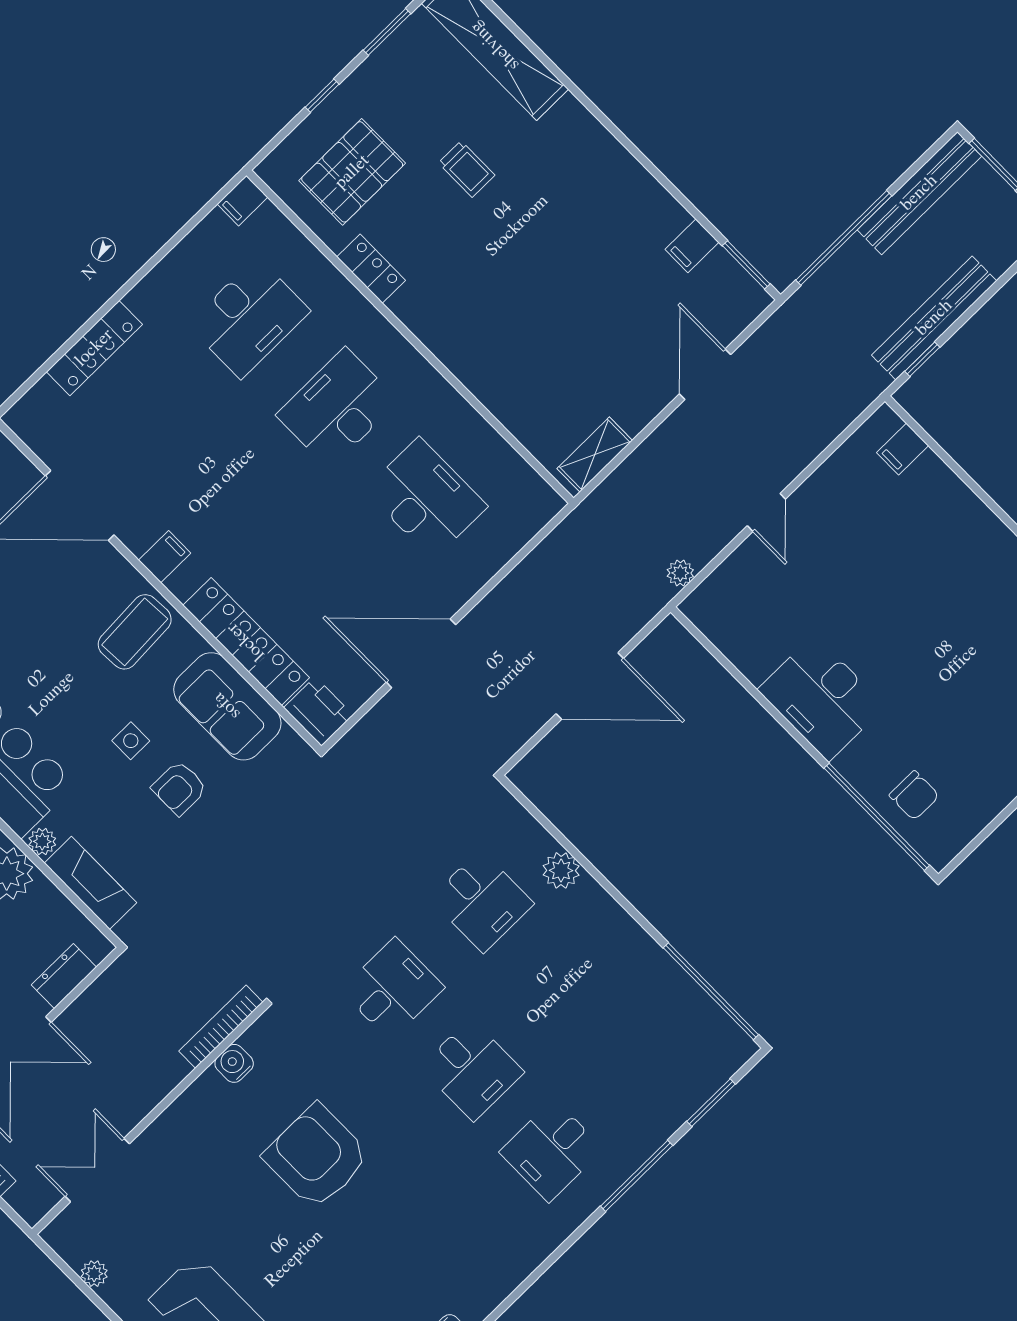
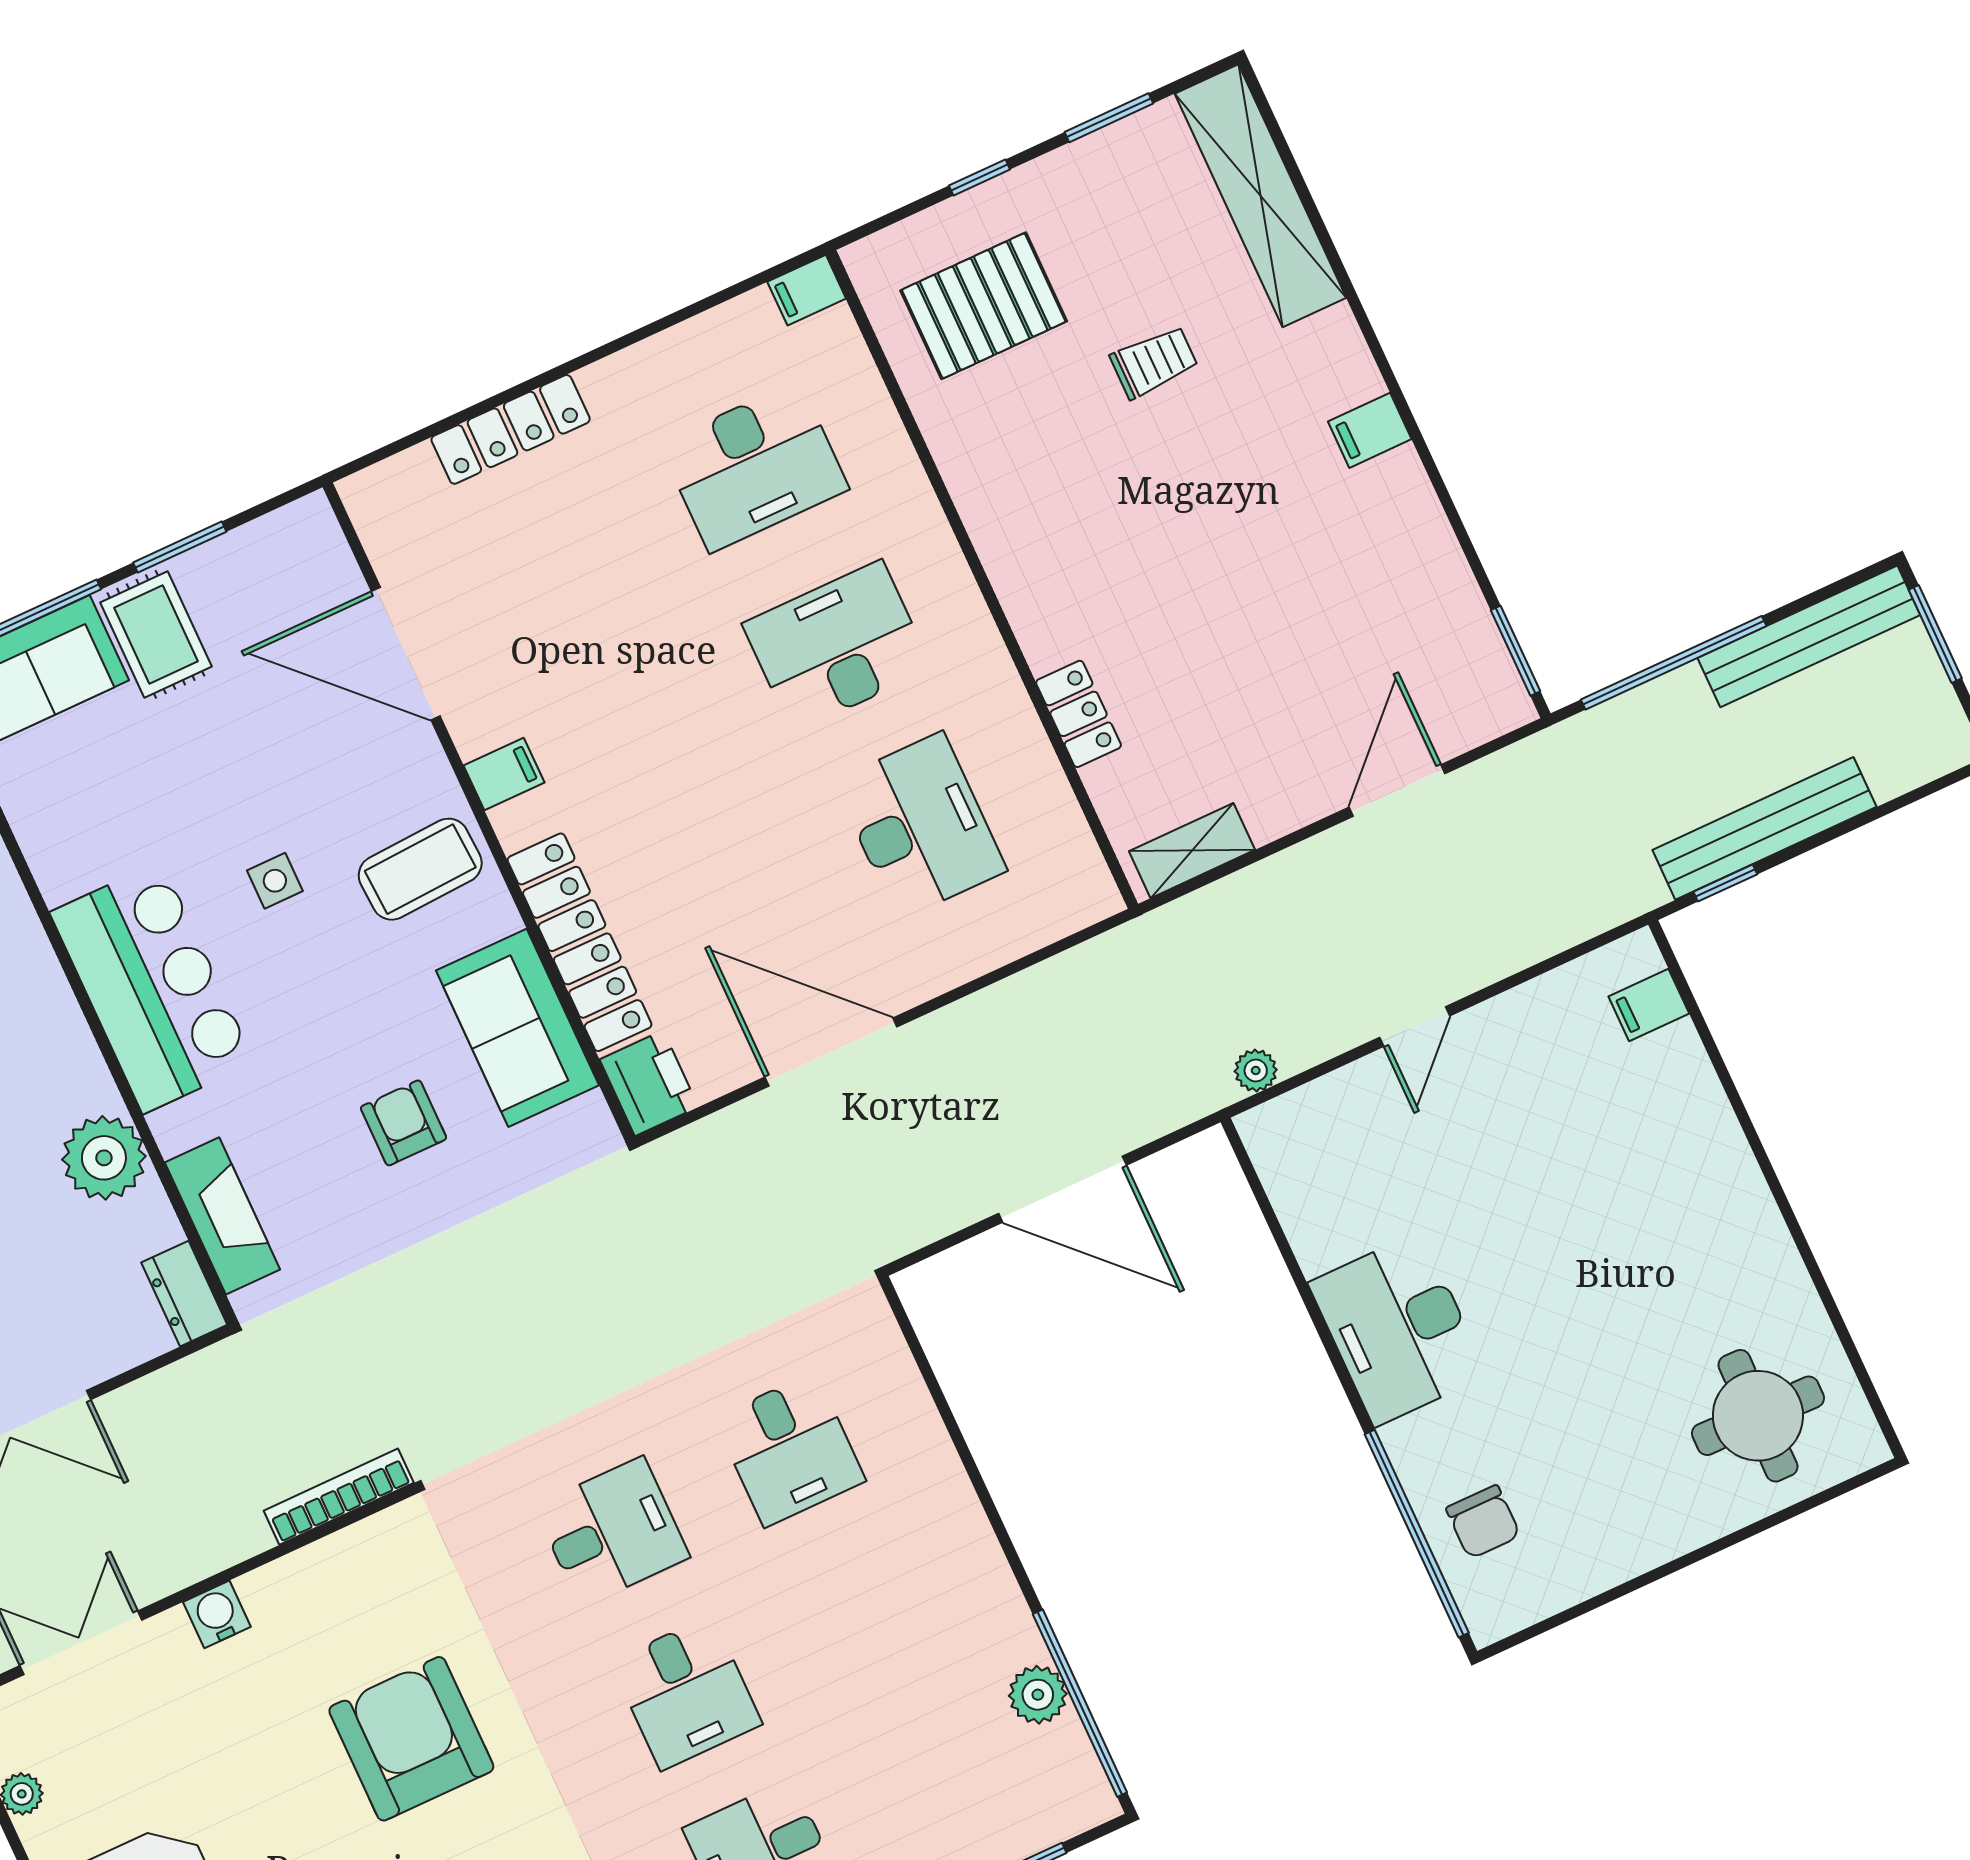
trolley: (467, 169) -> (1154, 362), turned -90
filing cabinet: (692, 246) -> (1370, 430), moved
locker: (371, 269) -> (1079, 714), moved
side table: (131, 741) -> (275, 881), moved
armchair: (179, 788) -> (404, 1123), turned 90
plant: (42, 842) -> (173, 1130), removed
plant: (561, 870) -> (1038, 1695), moved
dresser: (64, 976) -> (184, 1294), moved, turned -90
water cooler: (234, 1063) -> (217, 1614), moved

